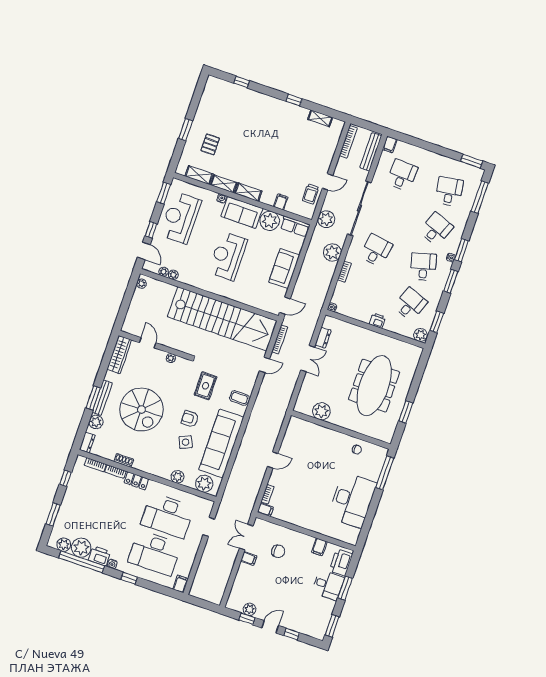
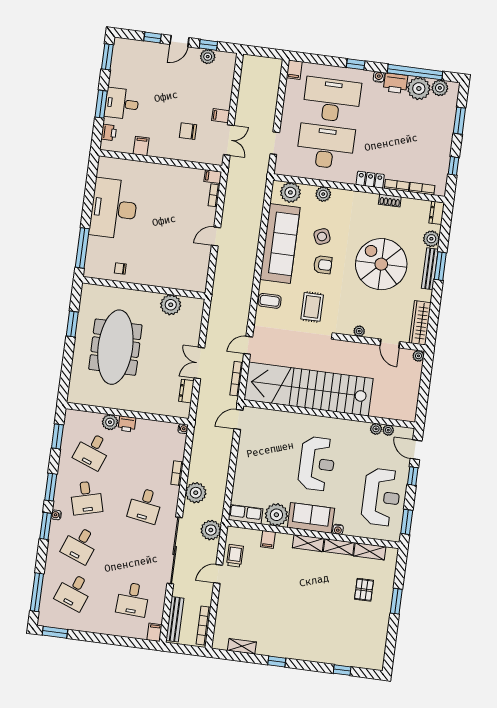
desk: (449, 191) -> (74, 592), turned 30
sofa: (284, 269) -> (248, 462), removed
plant: (141, 284) -> (418, 356), moved
plant: (420, 335) -> (110, 422), moved
printer: (341, 562) -> (109, 132), width x0.53, depth x0.68

